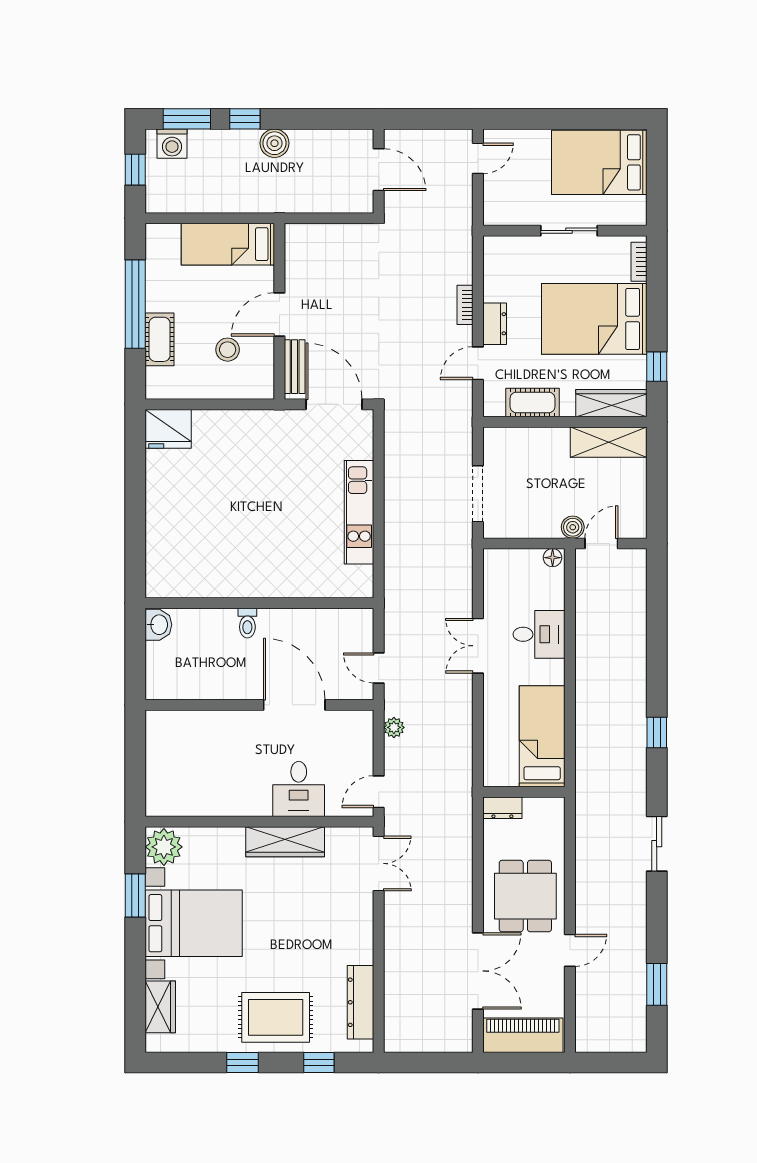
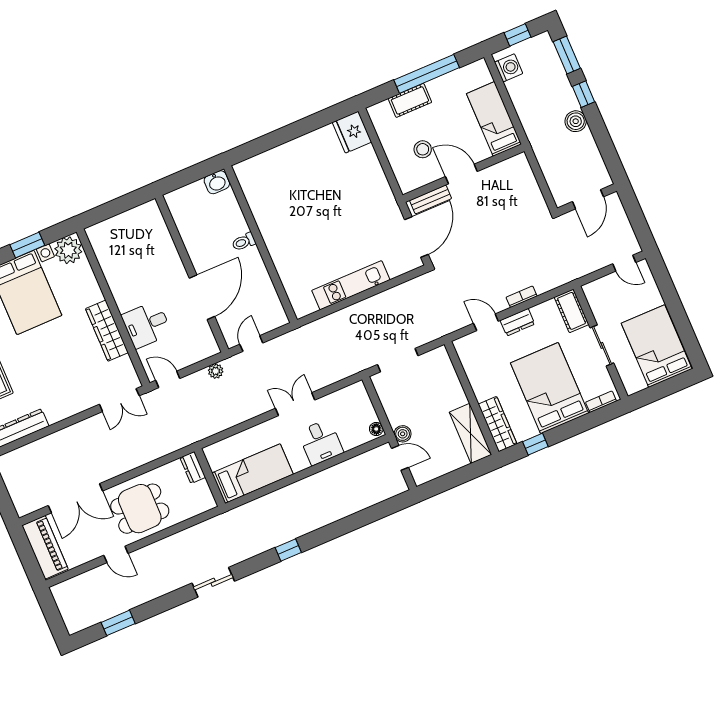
washing machine: (172, 144) -> (509, 68), moved, turned 180
cot: (533, 402) -> (572, 311), moved

